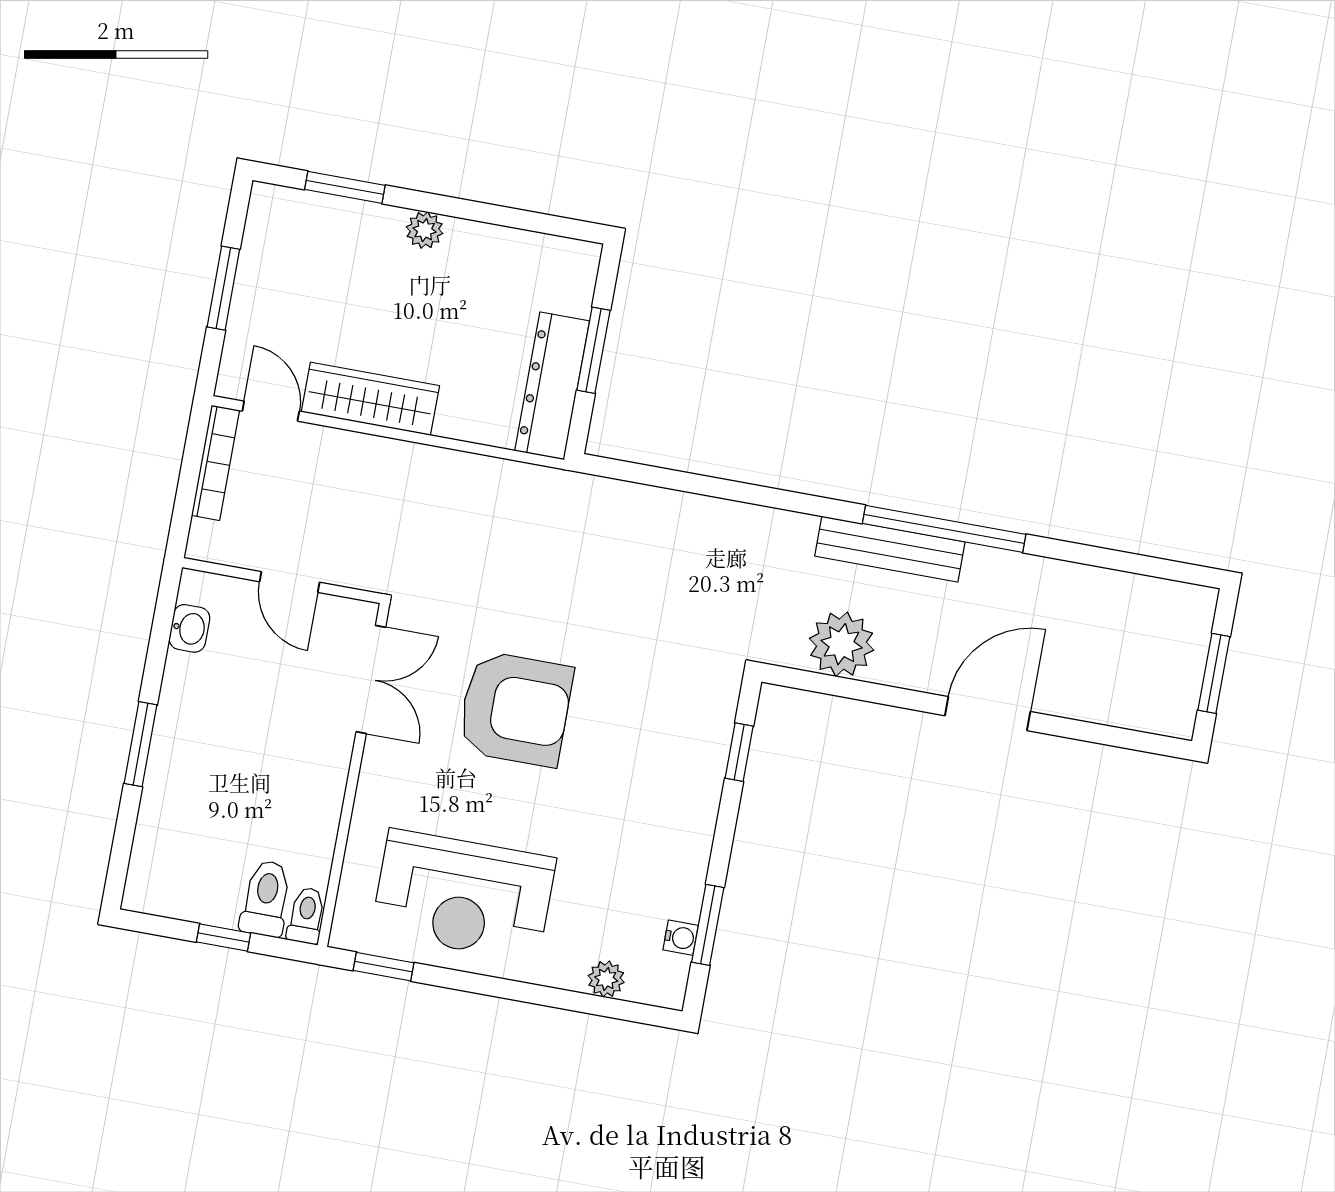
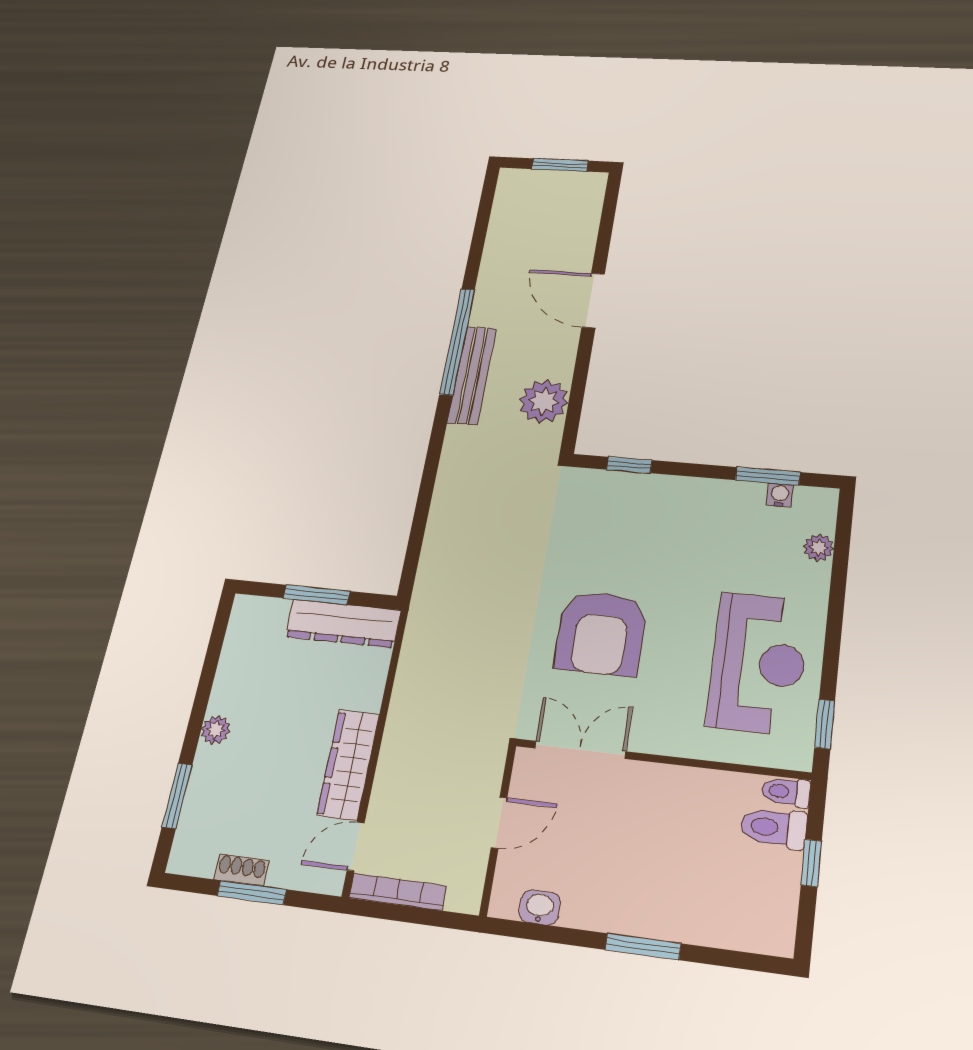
shoe rack: (251, 274) -> (241, 870), added
armchair: (515, 709) -> (601, 633), turned 180

